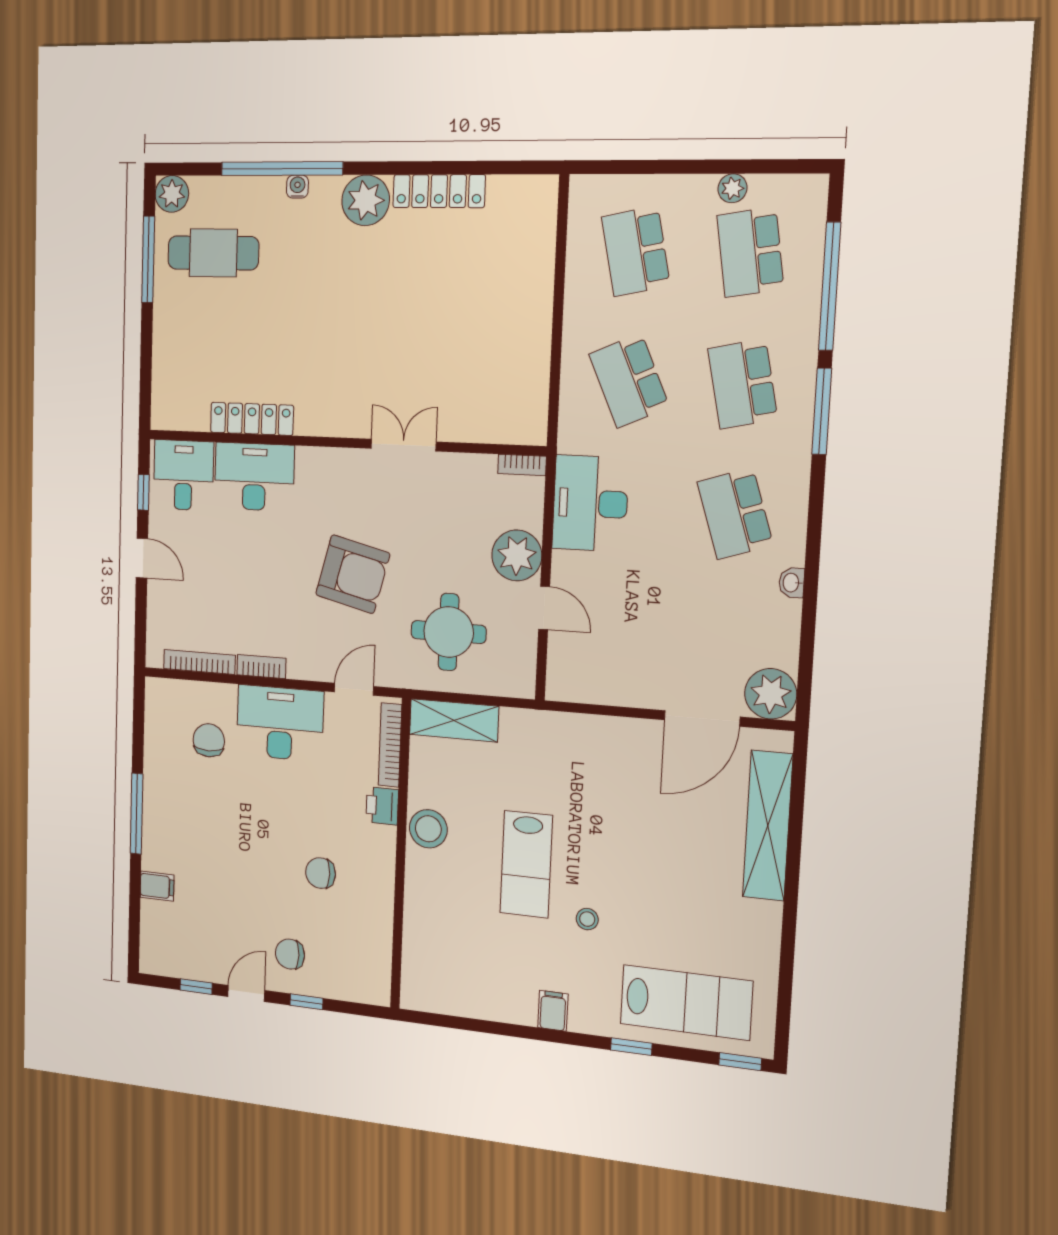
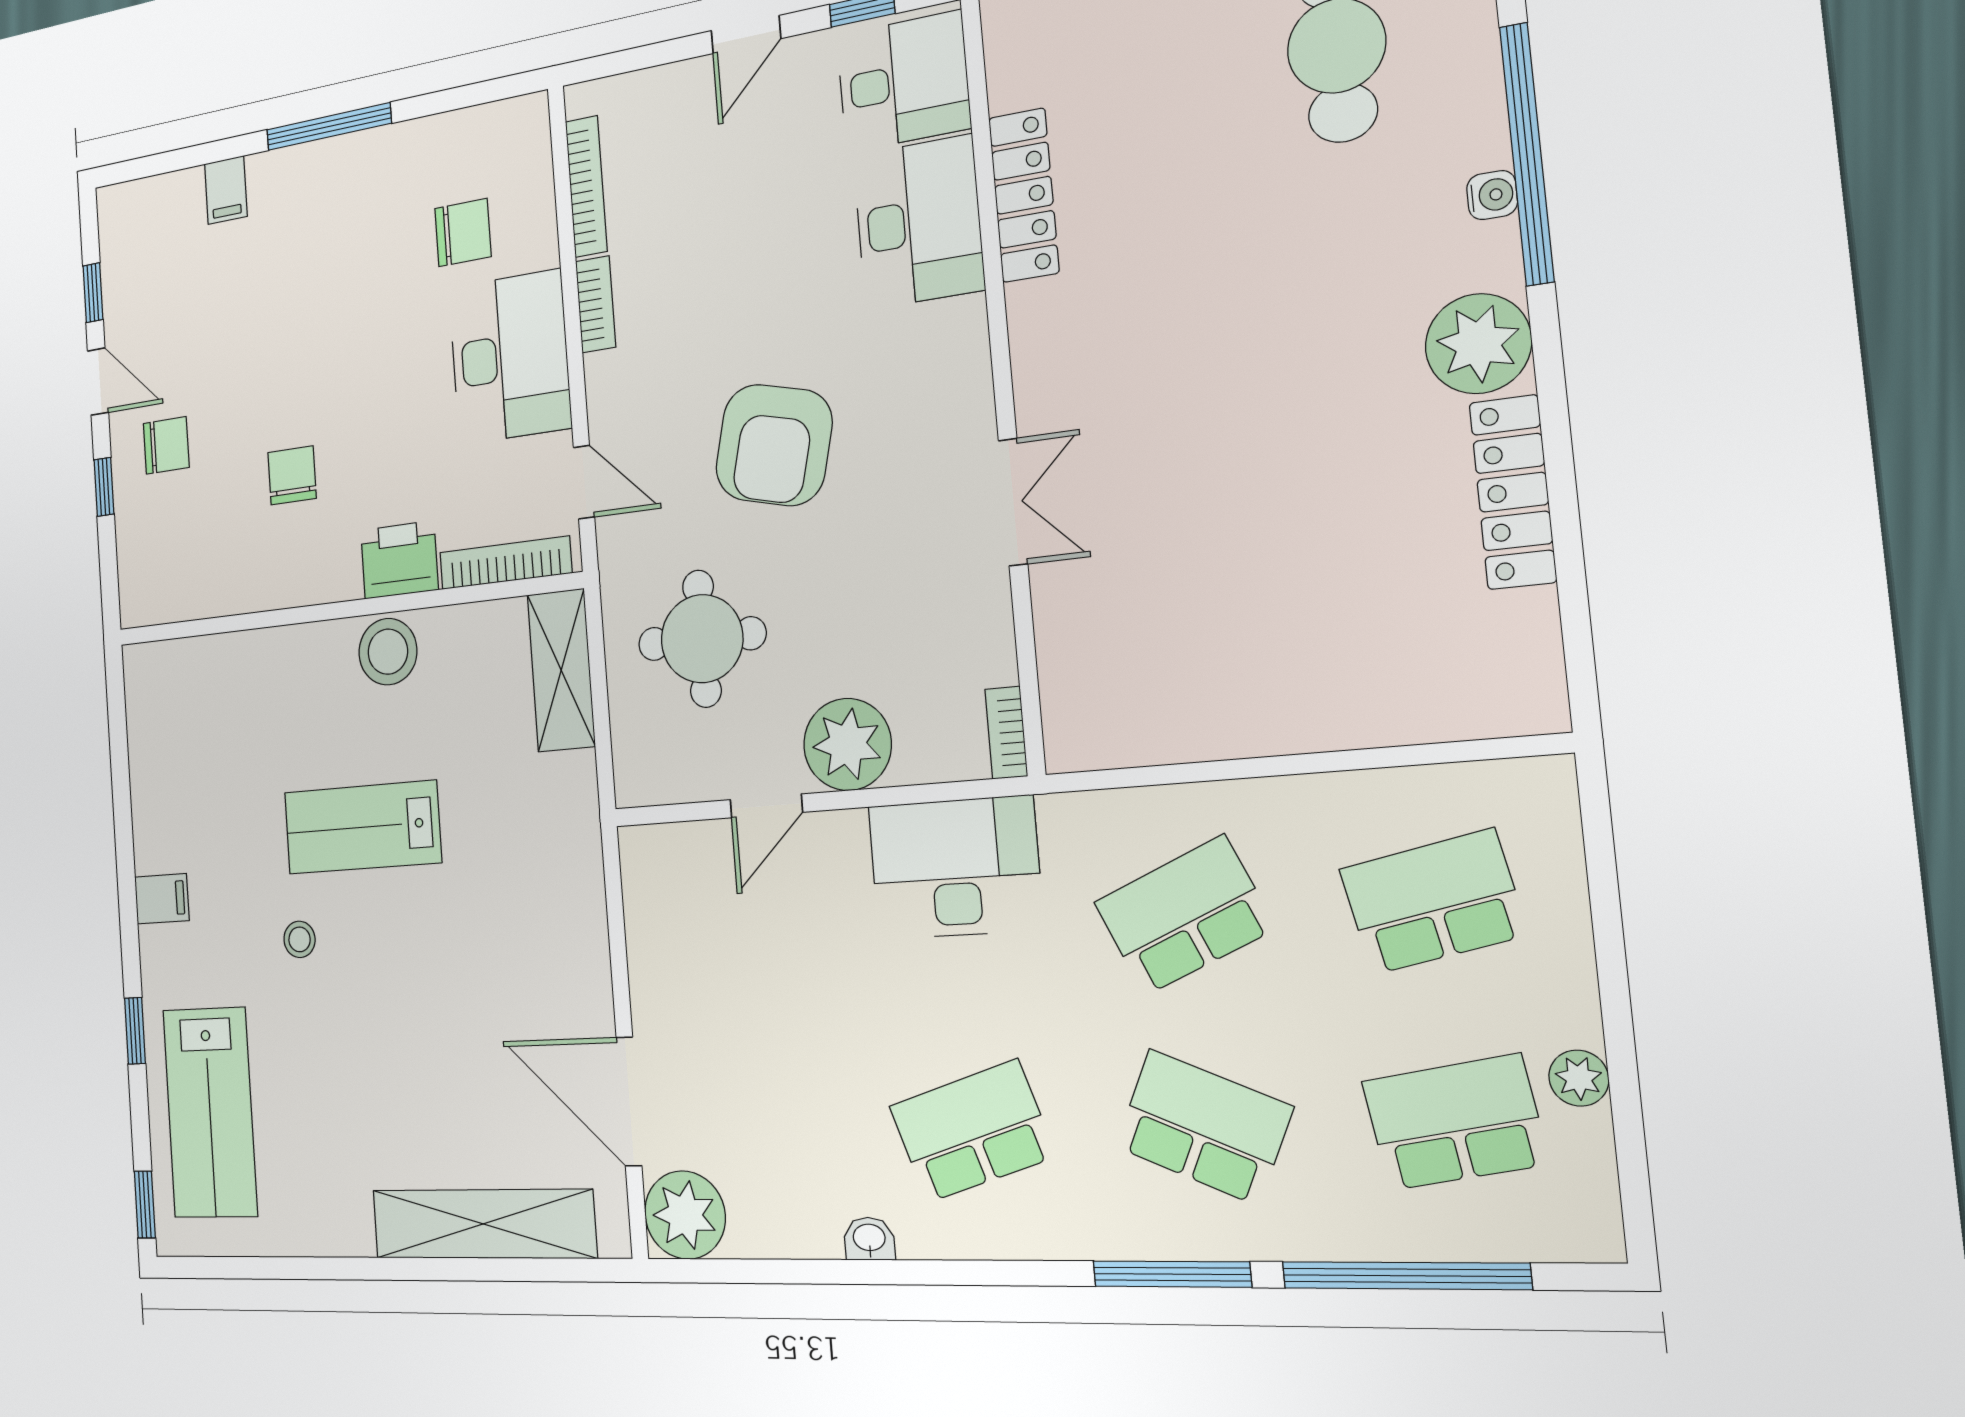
school desk: (743, 384) -> (1204, 1127), turned 36
printer: (382, 806) -> (399, 560), width x1.36, depth x1.24
chair: (290, 954) -> (166, 445), turned 90

